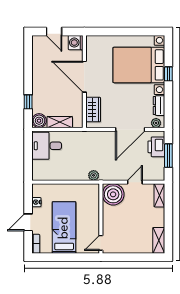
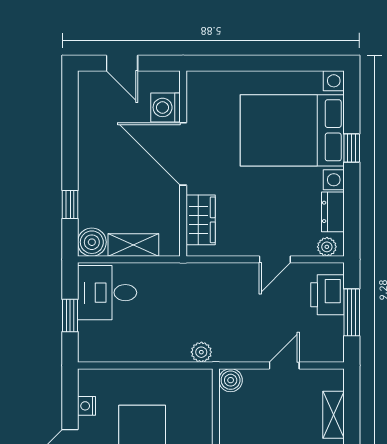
washing machine: (76, 43) -> (165, 107), moved
door: (130, 129) -> (275, 259), width x0.53
window: (28, 157) -> (70, 315), added
boiler: (113, 194) -> (231, 380), width x0.54, depth x0.54
shelving: (159, 195) -> (334, 415), moved

